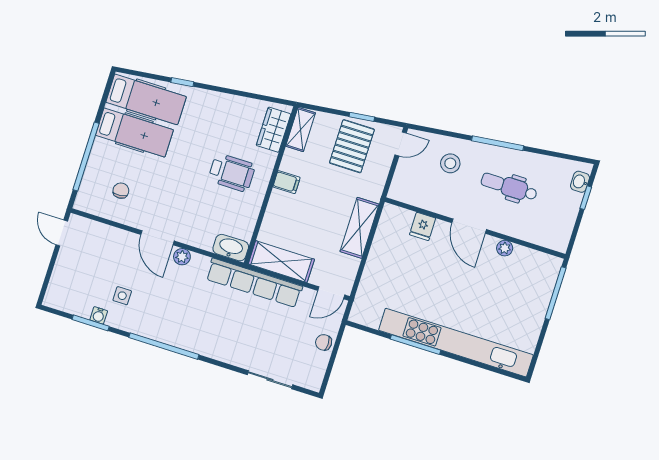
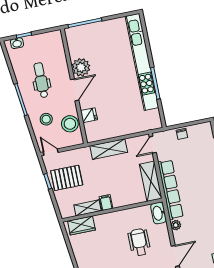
shelving: (301, 130) -> (87, 208), moved
wheelchair: (232, 173) -> (139, 242), moved
dental chair: (509, 187) -> (41, 80), turned 180
stool: (425, 193) -> (70, 124), added
plant: (505, 248) -> (81, 67), width x1.87, depth x1.87
plant: (182, 257) -> (176, 225), moved
door: (331, 293) -> (153, 145), swing flipped

